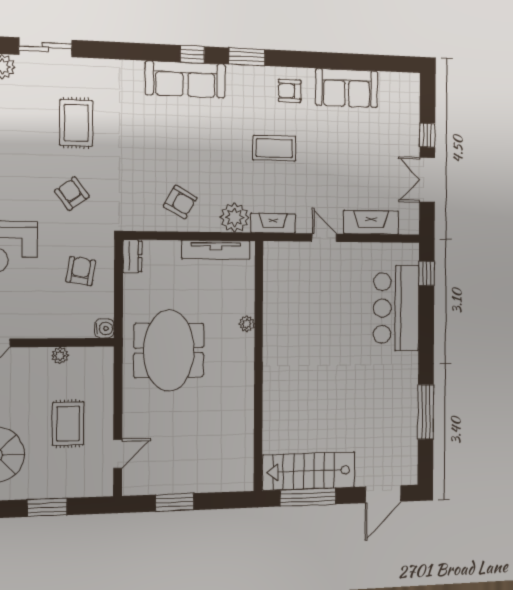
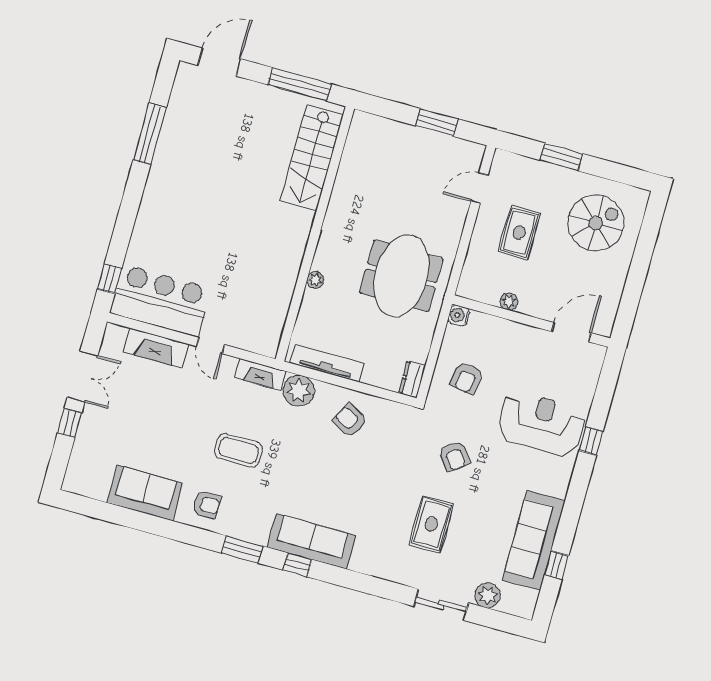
bar counter: (396, 308) -> (160, 301), moved, turned -90
stairs: (309, 471) -> (312, 158), moved, turned 90

